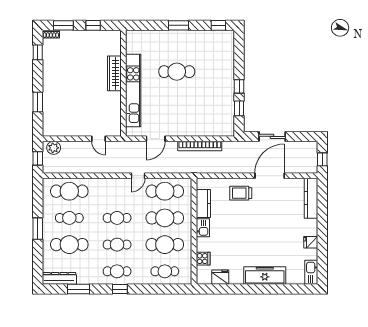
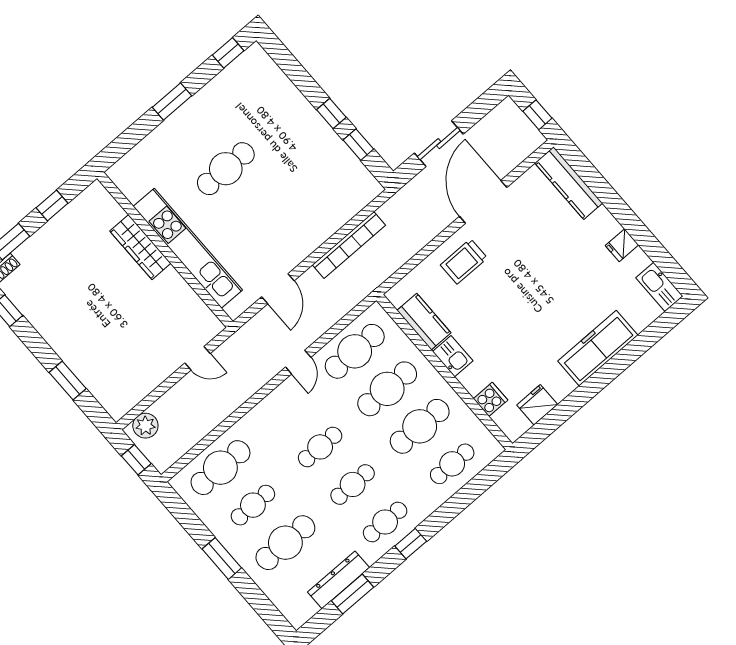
dresser: (59, 278) -> (339, 580), moved

